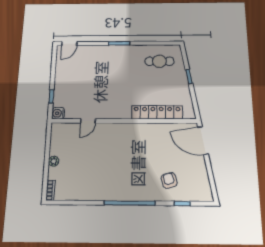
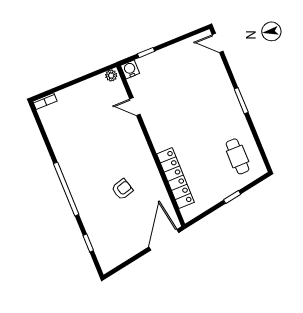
plant: (54, 161) -> (111, 76), moved
armchair: (169, 181) -> (122, 189), moved

